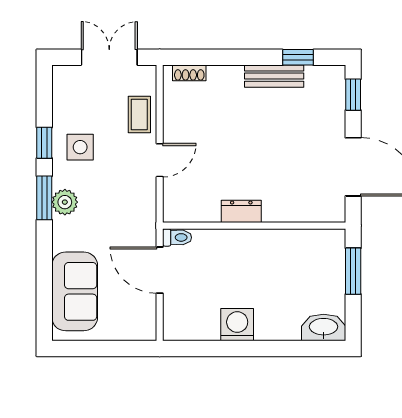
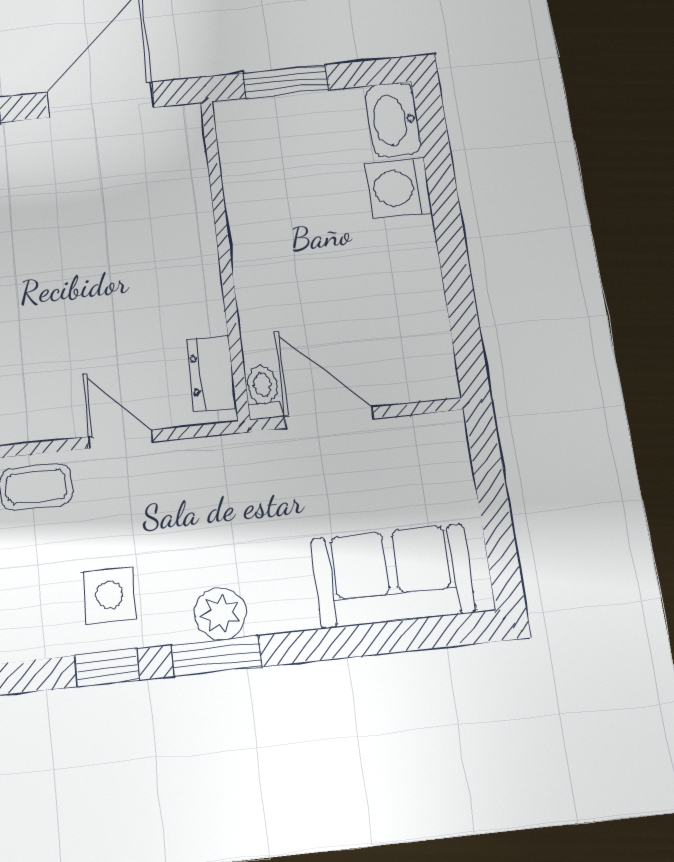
dresser: (241, 211) -> (211, 374), moved
door: (160, 270) -> (329, 418), swing flipped
washing machine: (237, 325) -> (398, 188), moved

